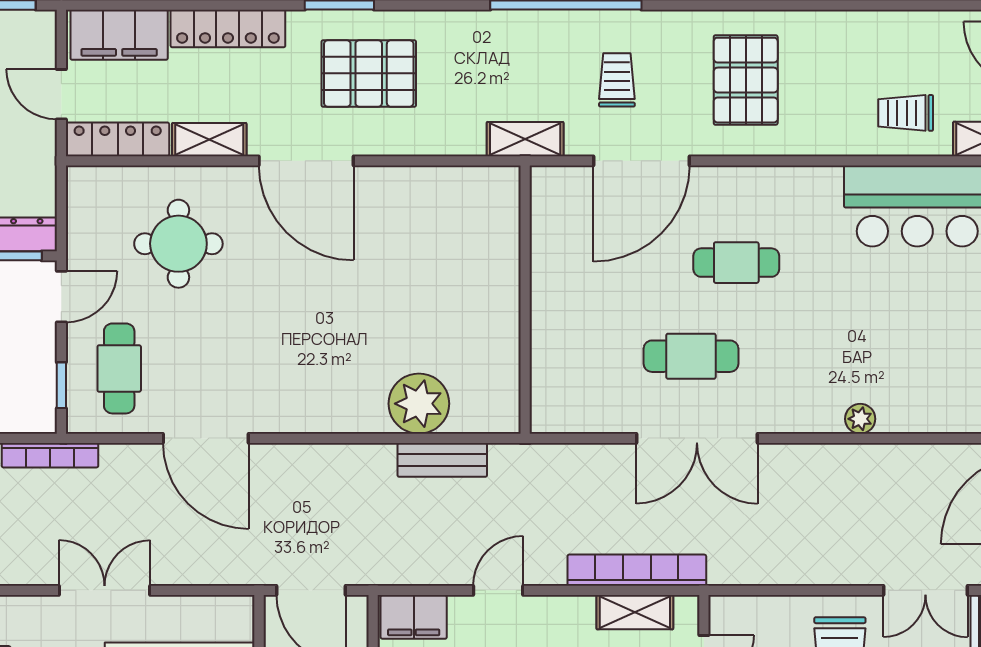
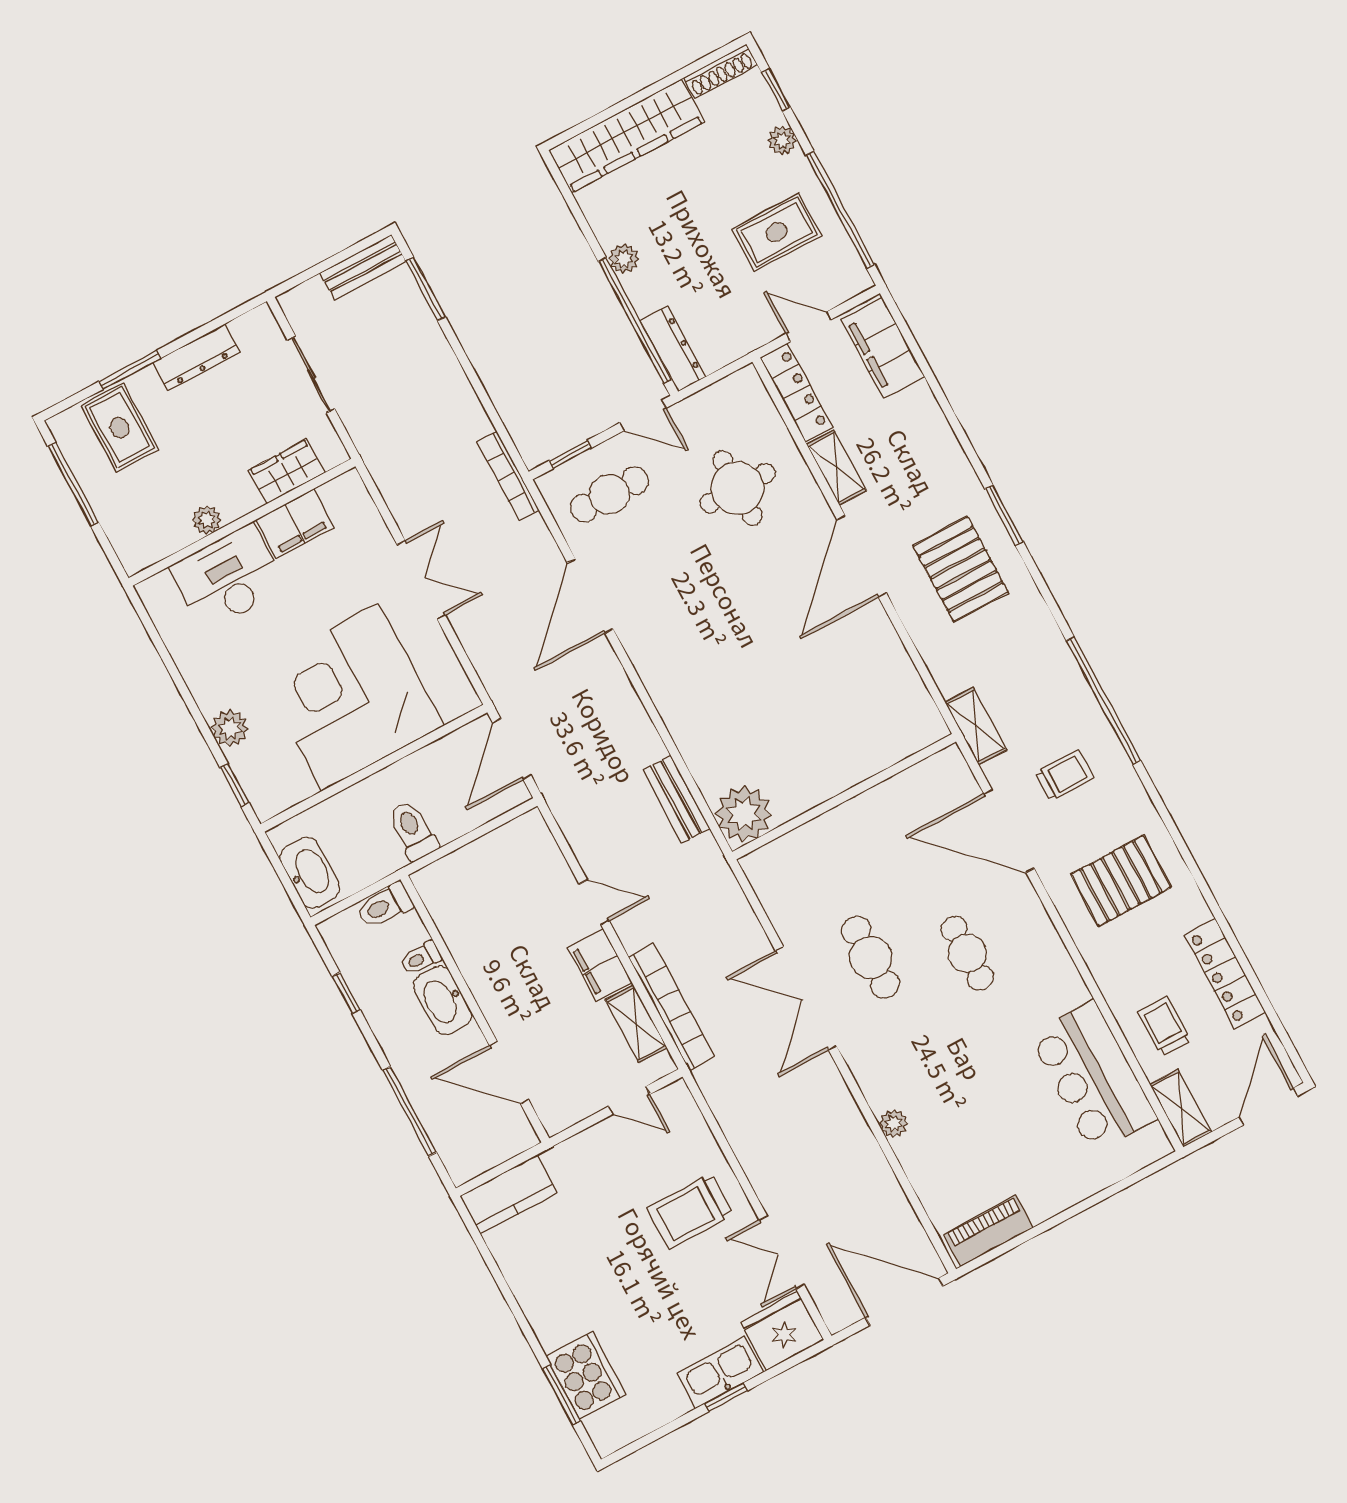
locker: (228, 28) -> (1225, 974), moved
door: (61, 94) -> (809, 327), hinge flipped
plant: (419, 404) -> (744, 814), moved
filing cabinet: (414, 617) -> (600, 965), moved

